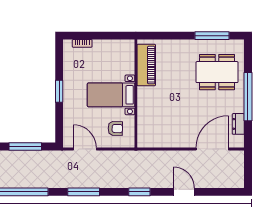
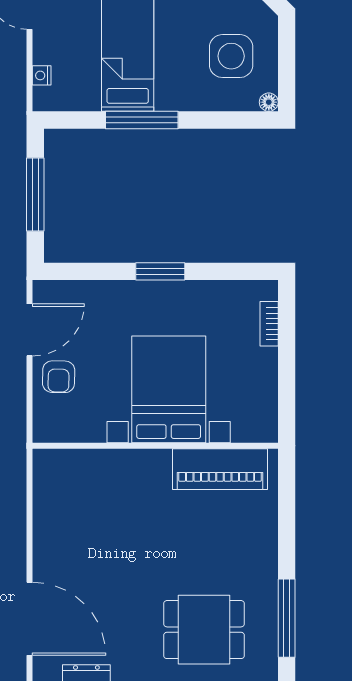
dining table: (217, 72) -> (204, 630), width x0.73
bed with nightstands: (111, 95) -> (169, 389), width x1.36
armchair: (115, 128) -> (59, 377), moved

